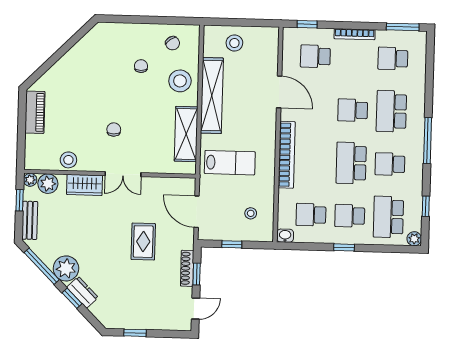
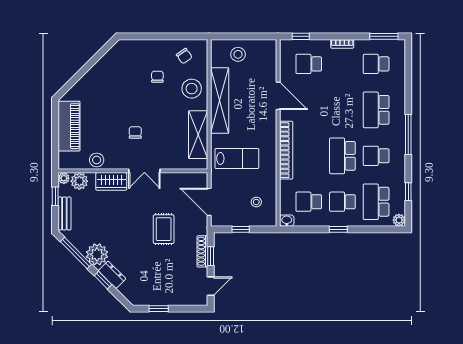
bookcase: (355, 34) -> (342, 44), width x0.64
school desk: (353, 110) -> (342, 110), removed
piano: (35, 112) -> (69, 126), width x1.37, depth x1.33

